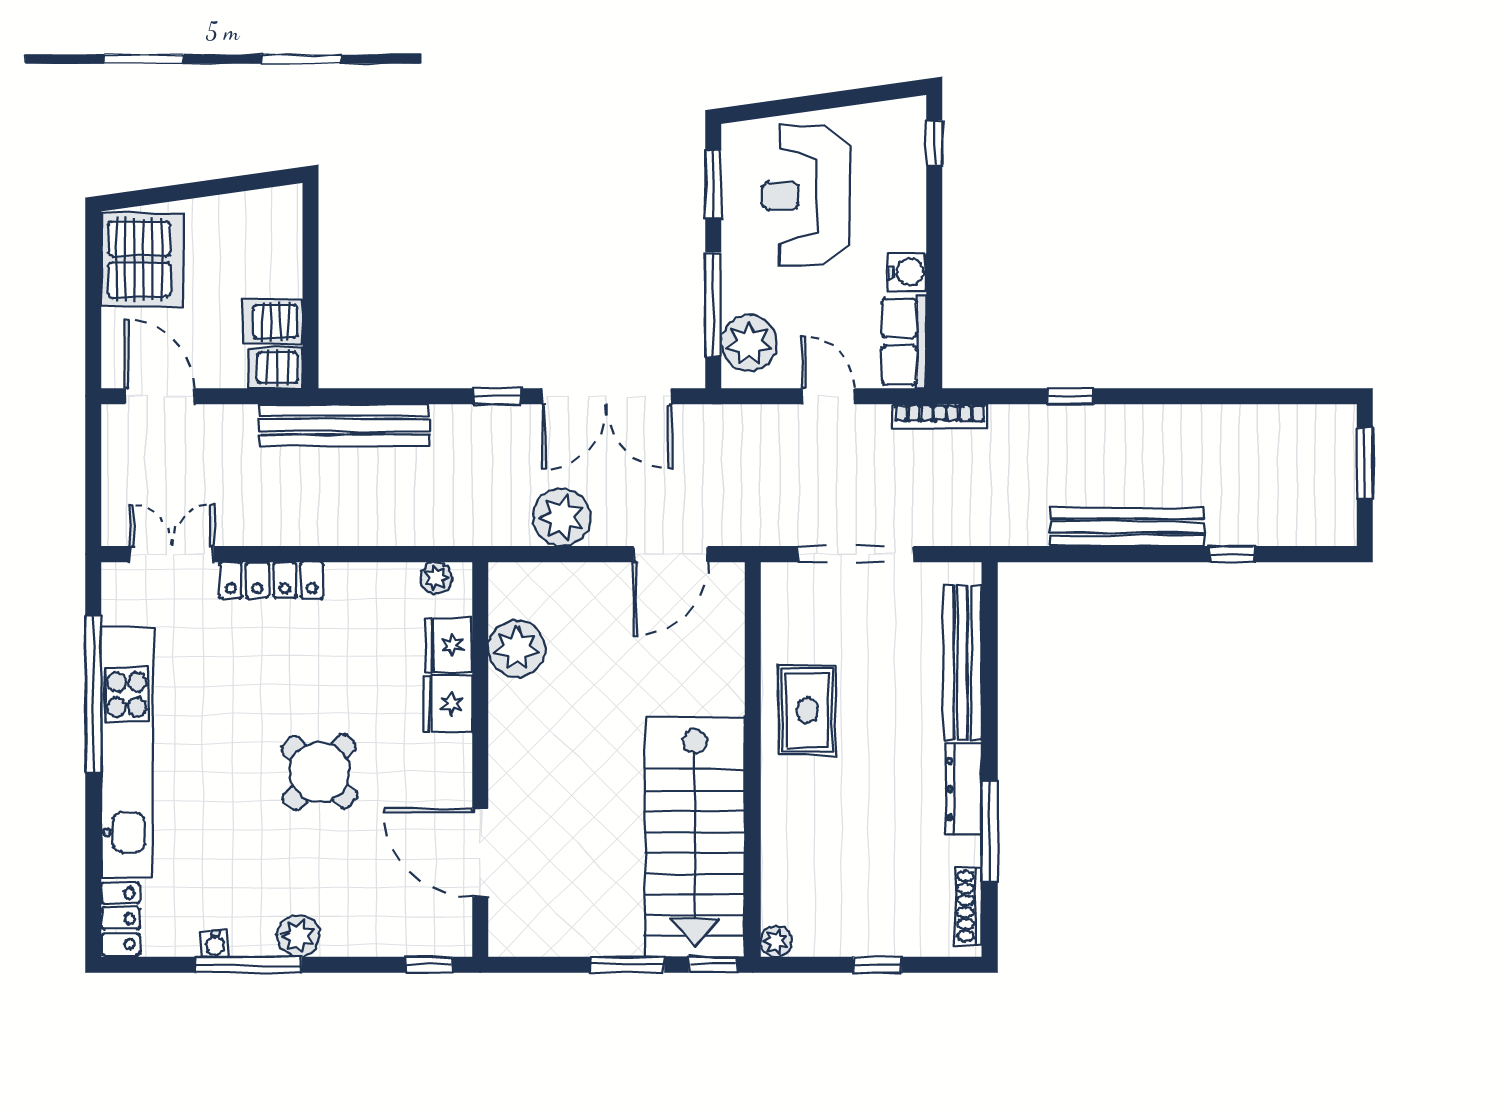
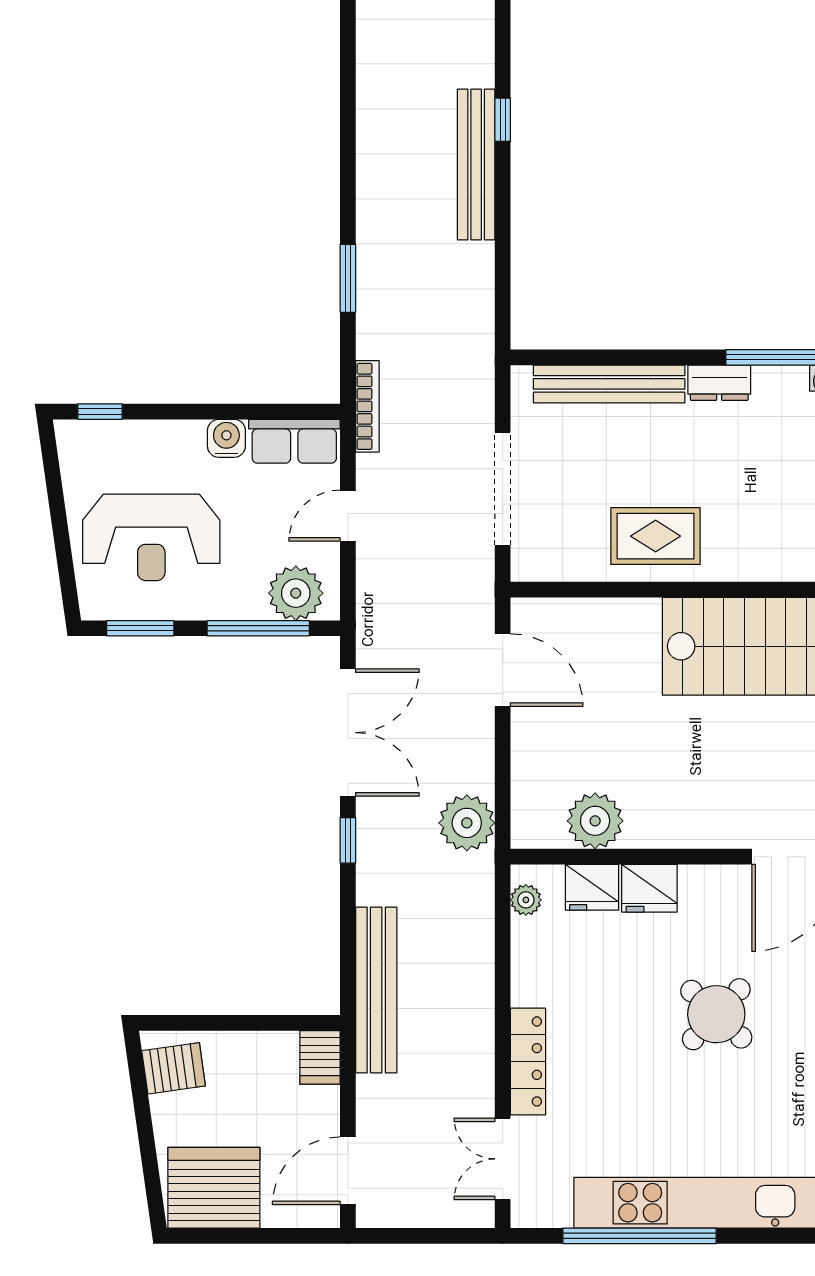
server rack: (273, 322) -> (174, 1068), moved, turned -98
window: (1070, 396) -> (348, 278), width x1.50
plant: (562, 518) -> (467, 823), moved
bench: (1127, 527) -> (476, 165), moved
dresser: (964, 789) -> (719, 383), width x0.70

